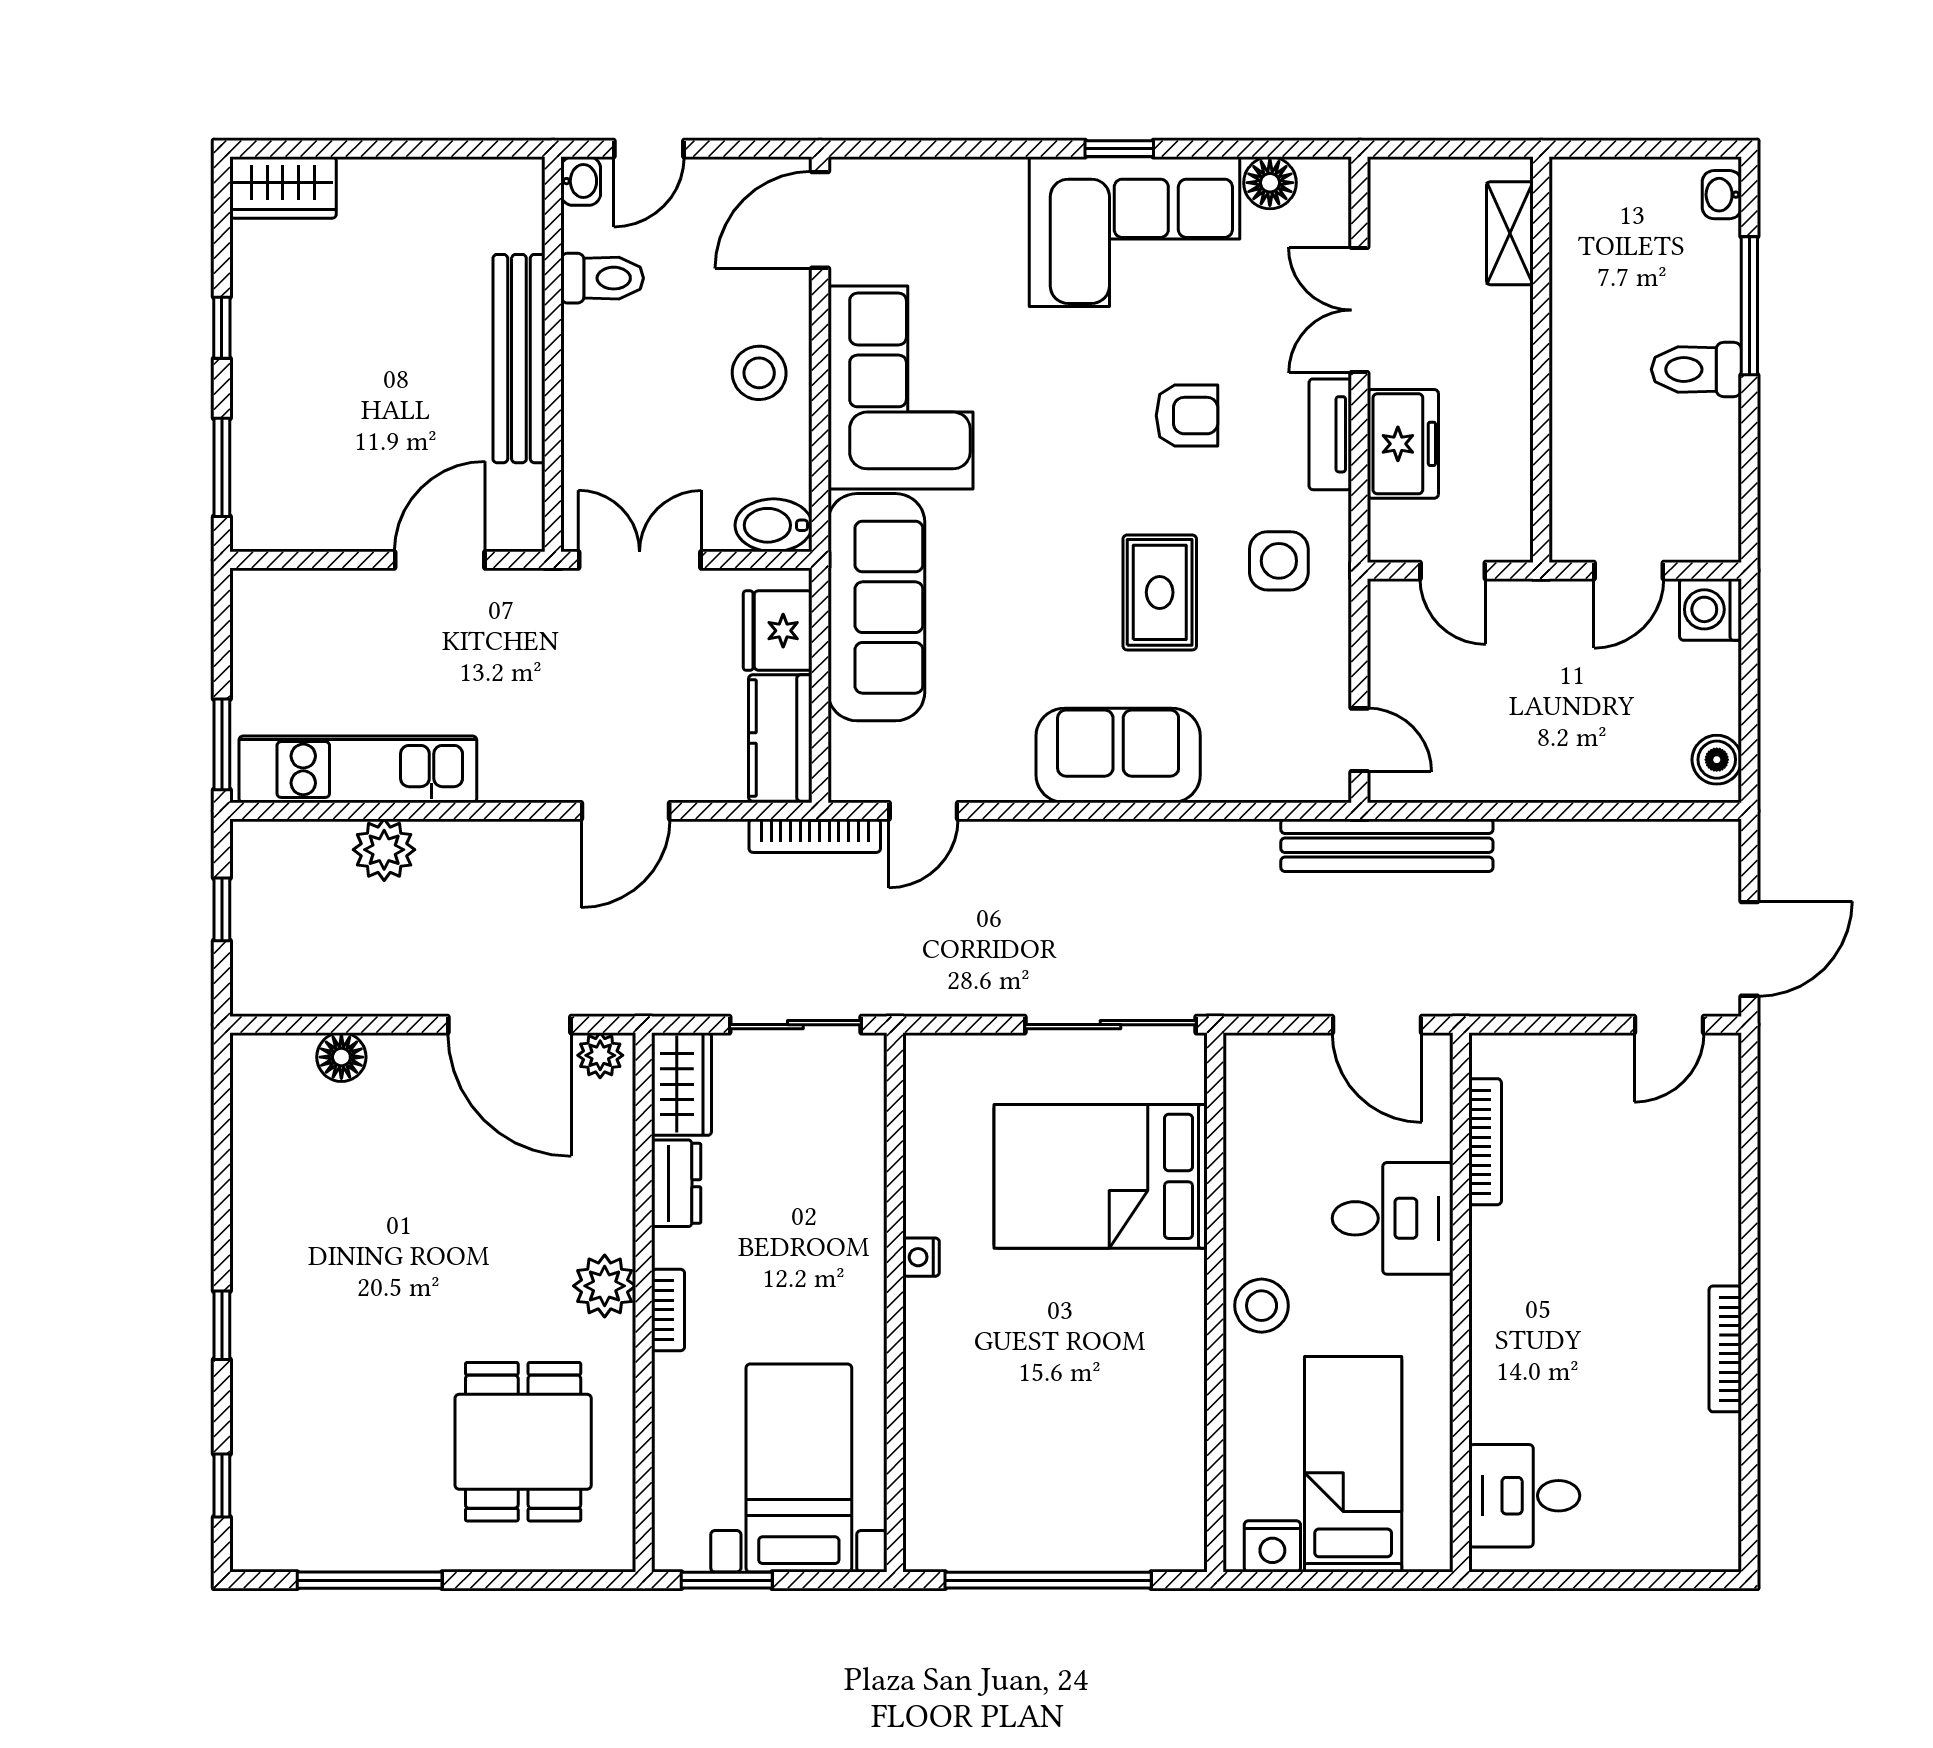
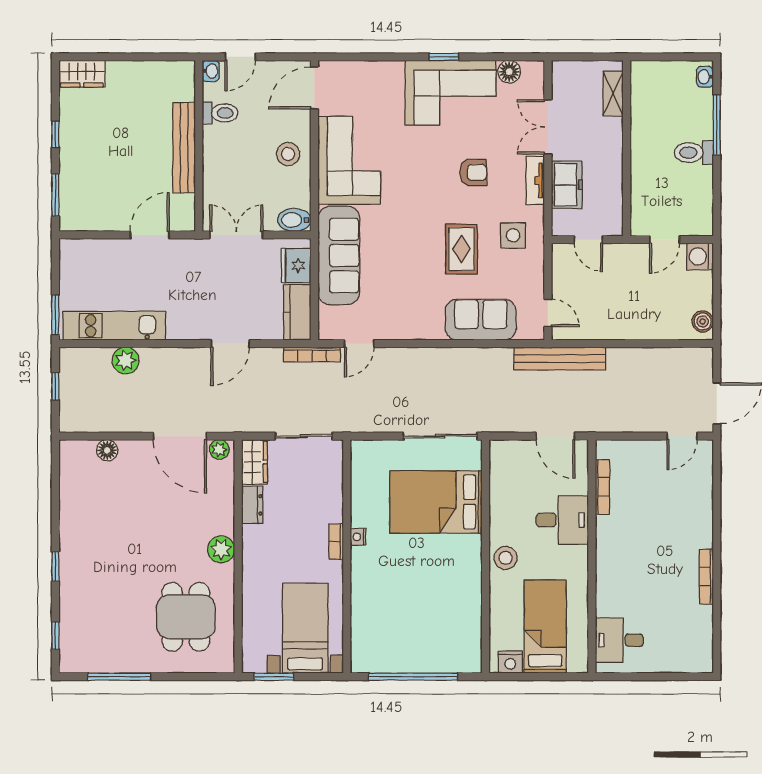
sofa: (1118, 755) -> (481, 320), moved
bookcase: (668, 1310) -> (336, 542), moved, turned 180

